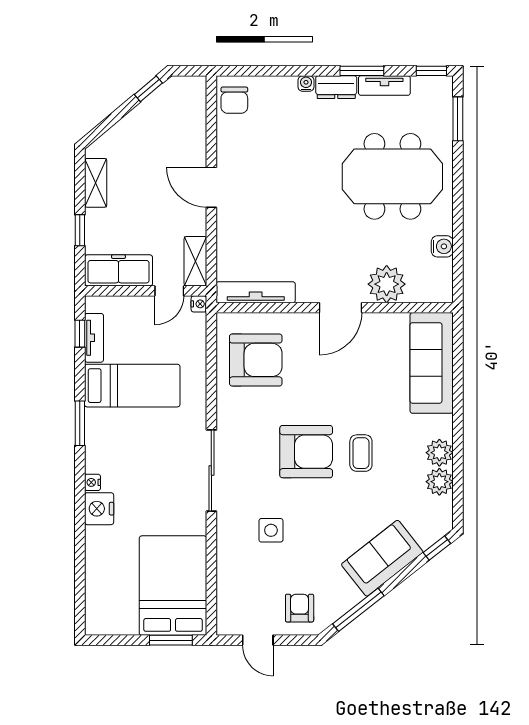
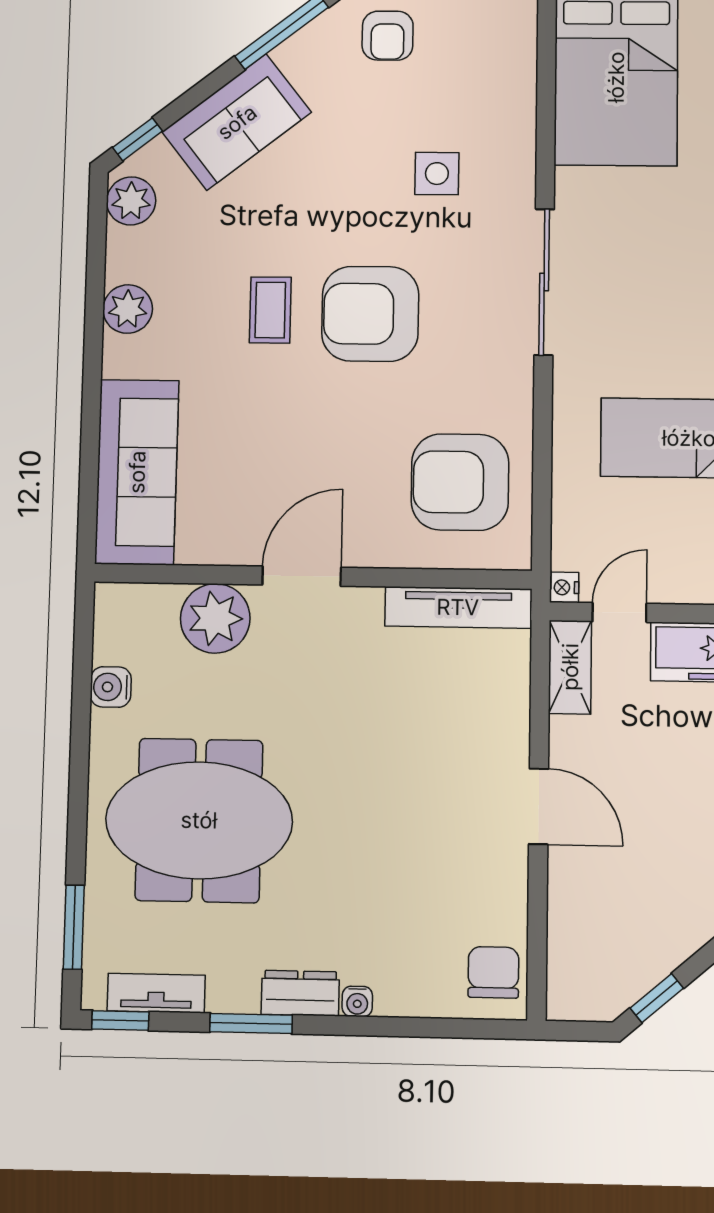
tv unit: (384, 86) -> (156, 993), moved
plant: (439, 482) -> (131, 201), moved

